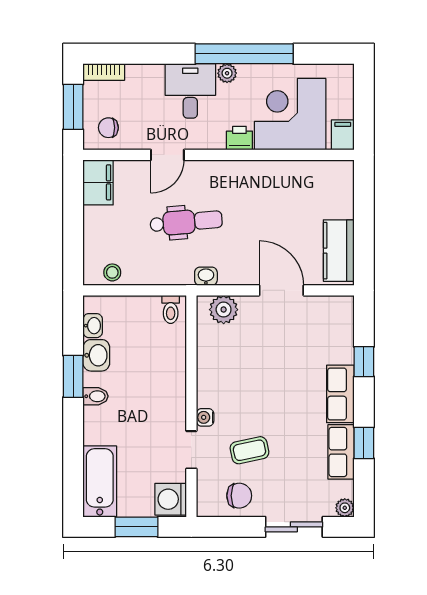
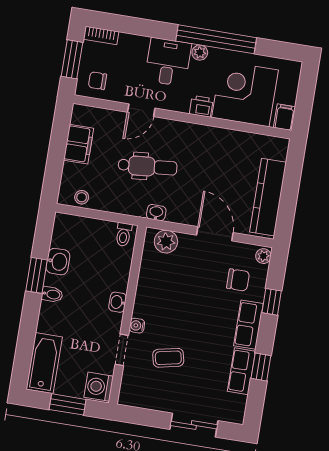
filing cabinet: (98, 182) -> (79, 144), moved
kitchen counter: (339, 251) -> (268, 197), width x1.50
washbasin: (93, 326) -> (118, 302), moved, turned 180
chair: (239, 496) -> (238, 280), moved
plant: (345, 508) -> (263, 256), moved

